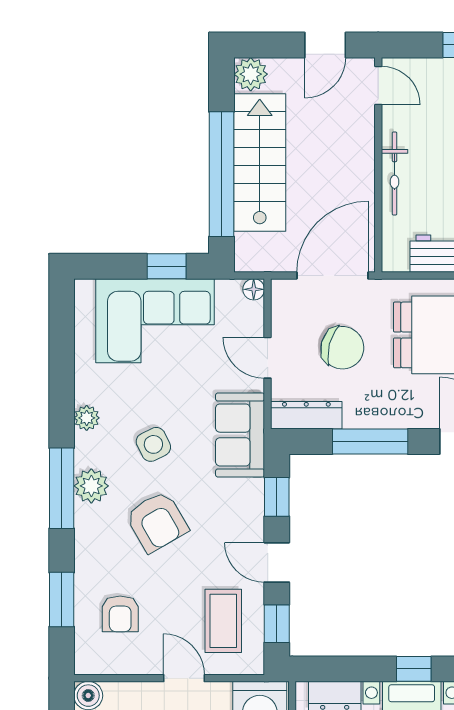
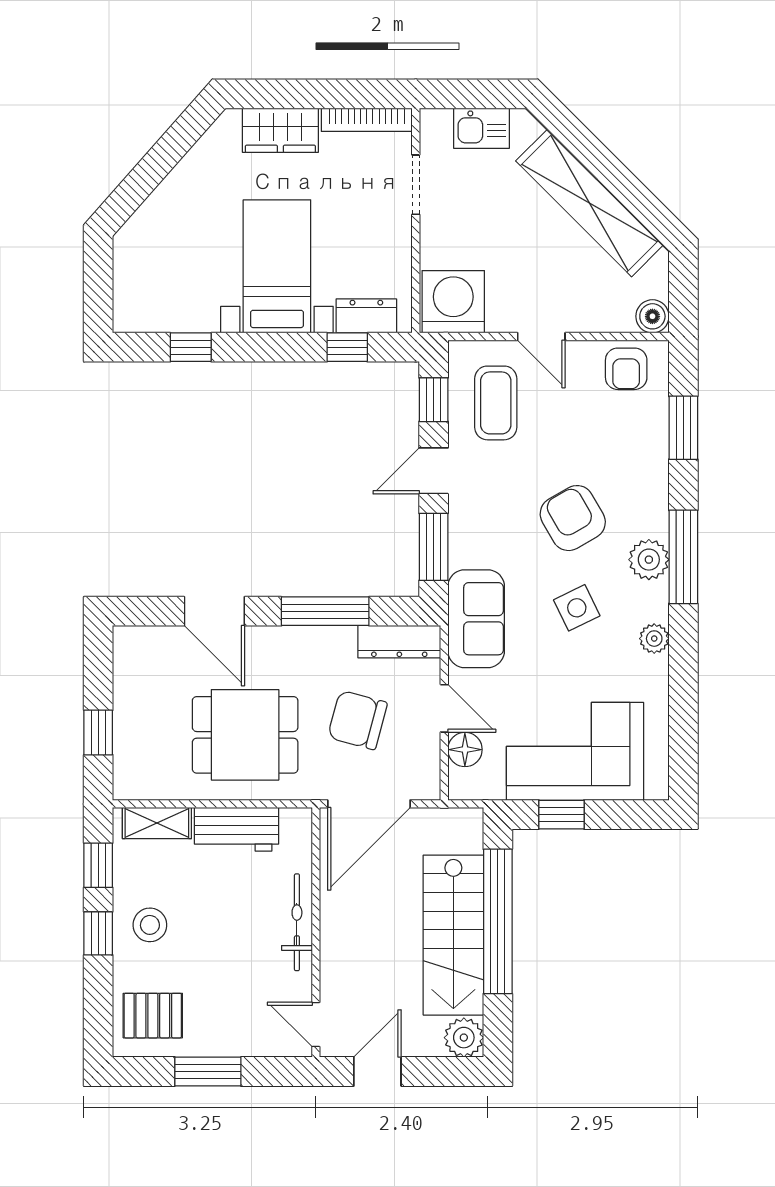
floor lamp: (254, 289) -> (465, 750), moved, width x1.37, depth x1.37
window: (277, 497) -> (434, 547), width x1.50
door: (277, 562) -> (434, 471), swing flipped
armchair: (120, 614) -> (626, 369), moved, turned 180
window: (414, 669) -> (347, 347), moved

